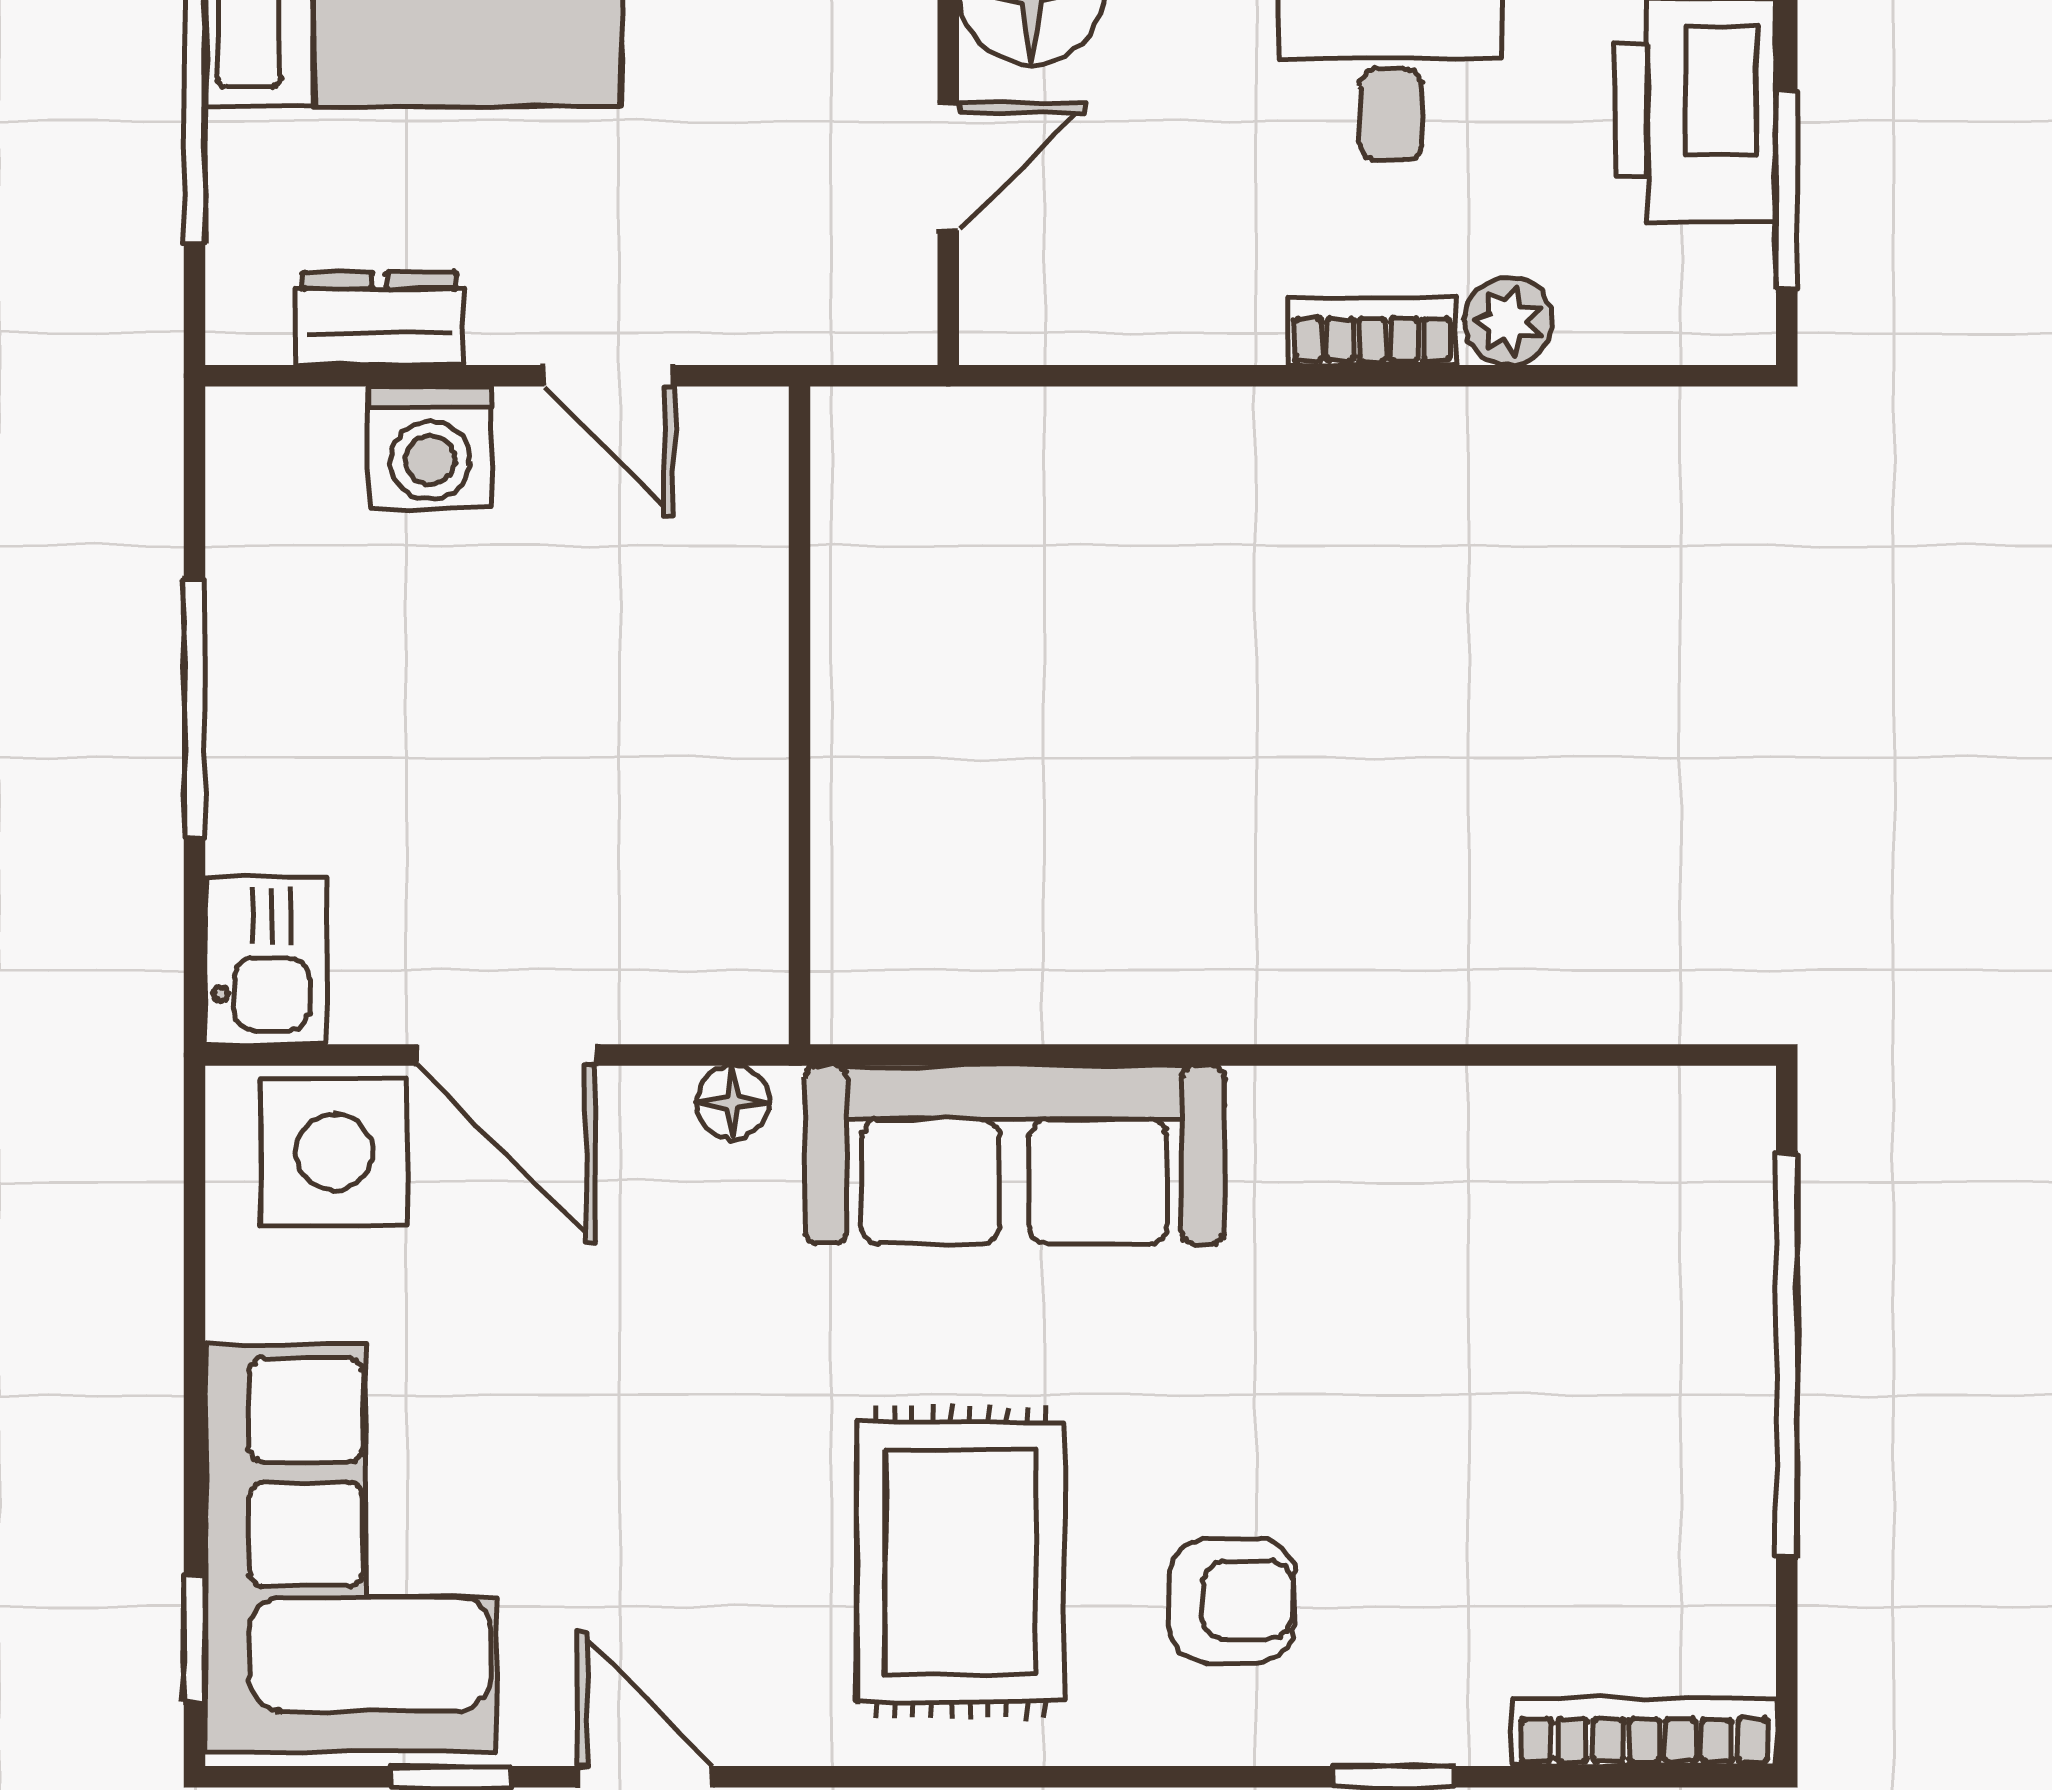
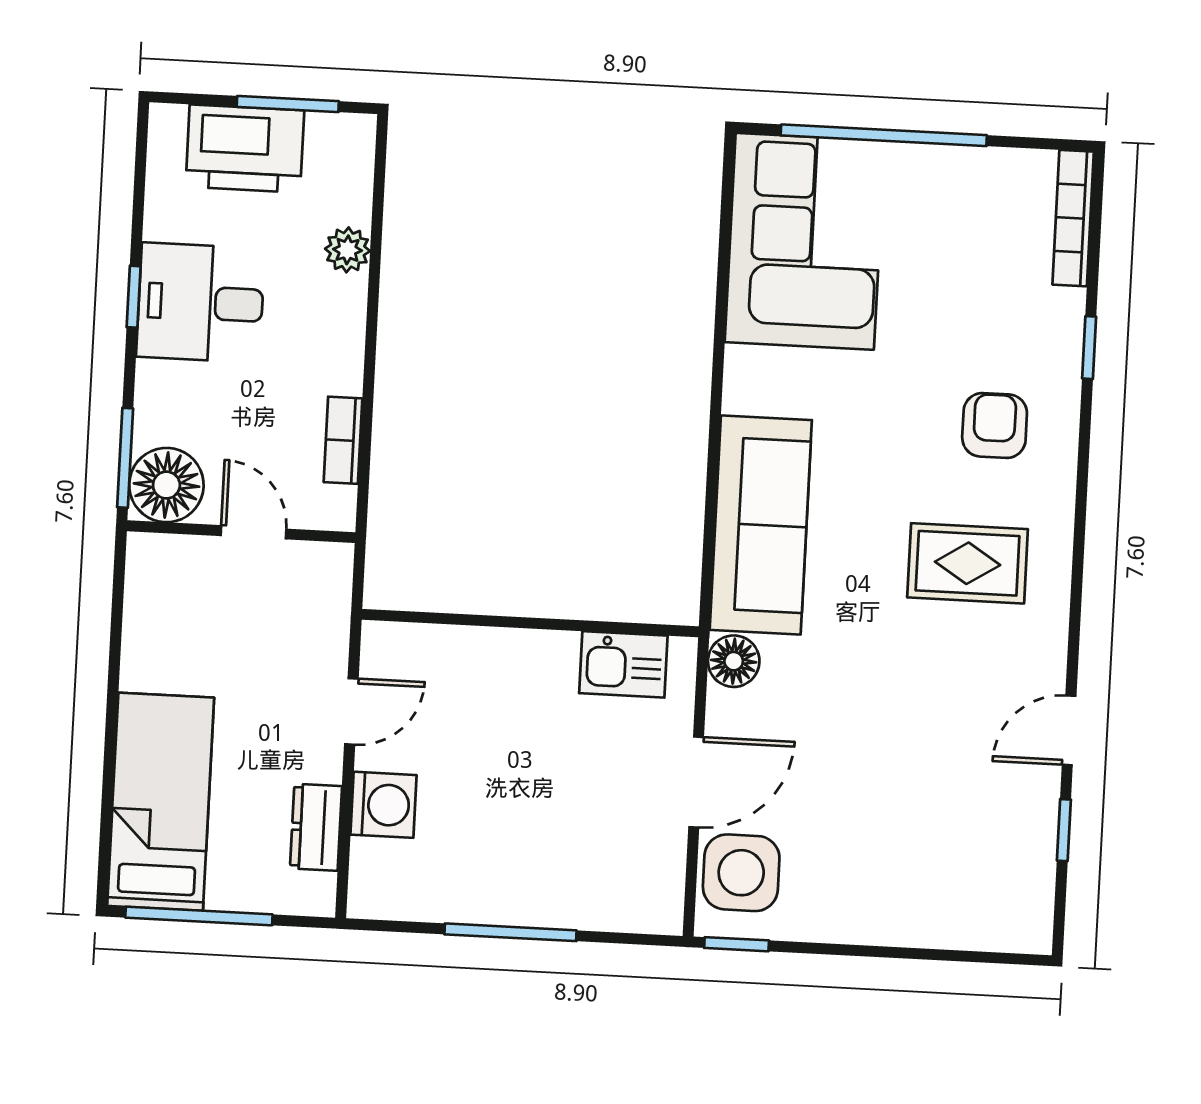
bookcase: (1372, 332) -> (343, 440), moved
kitchen sink: (266, 961) -> (623, 664), moved, turned 180
floor lamp: (732, 1102) -> (734, 661), width x1.37, depth x1.37
corner sofa: (351, 1548) -> (805, 241), moved, turned 90
rug: (961, 1562) -> (968, 563), width x0.73, depth x0.70
window: (195, 1639) -> (737, 944), moved

